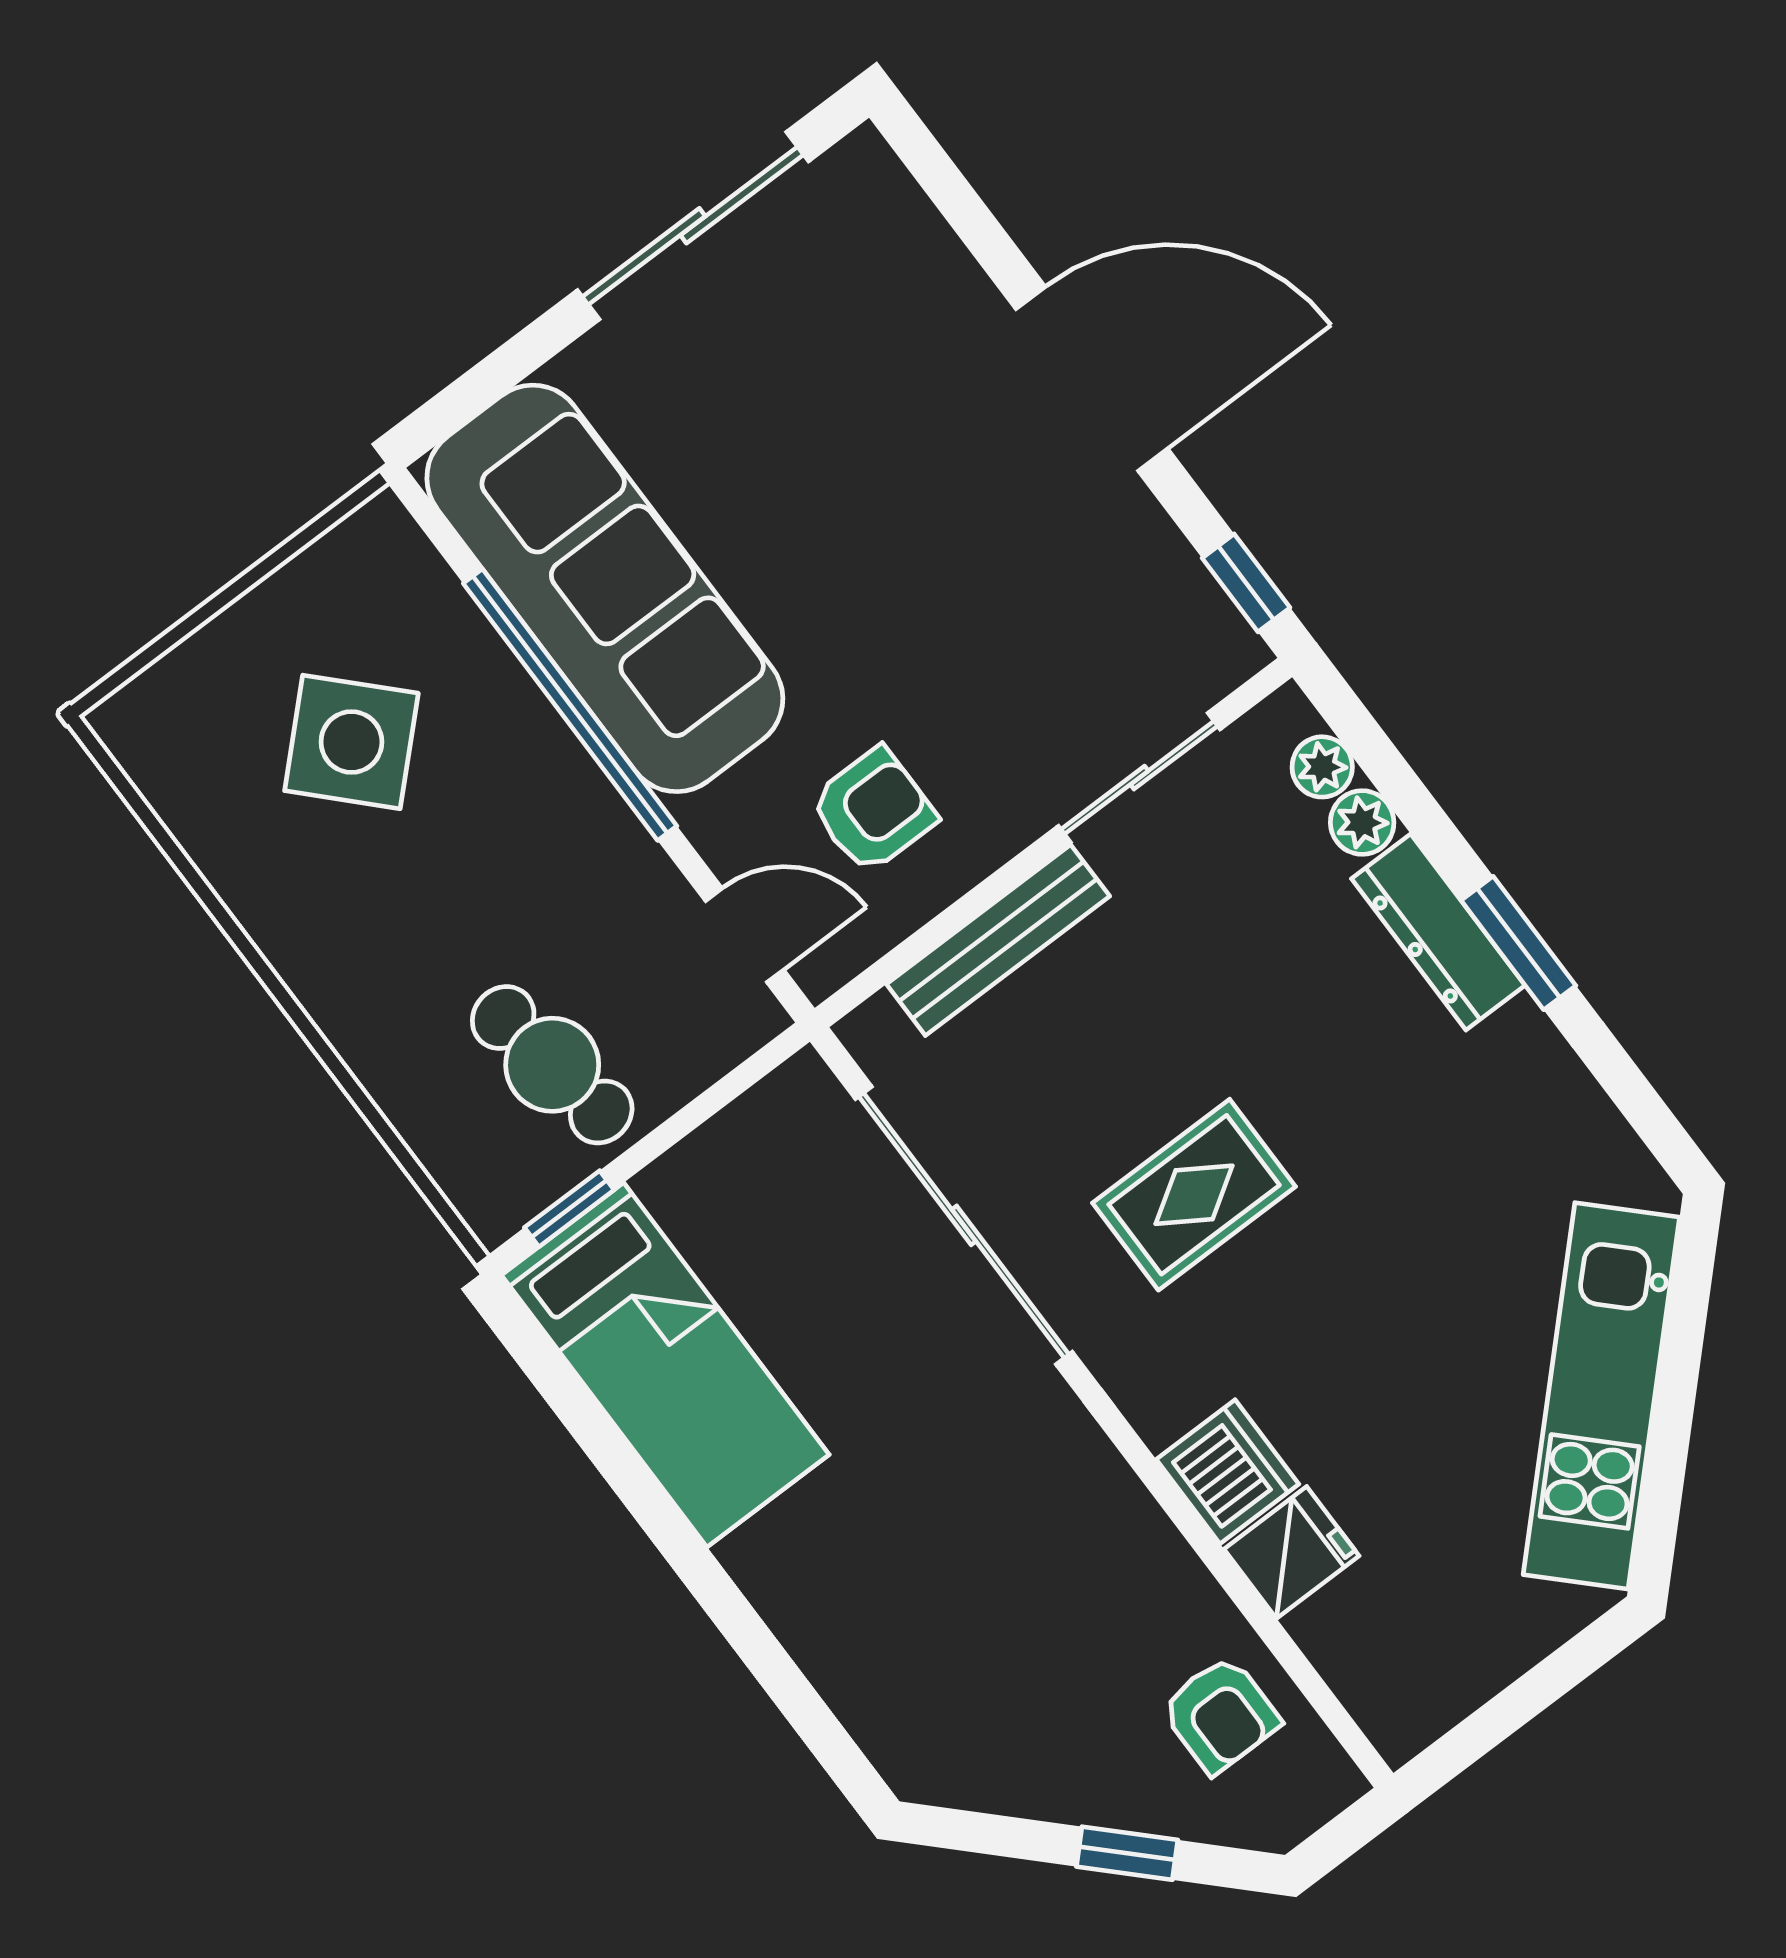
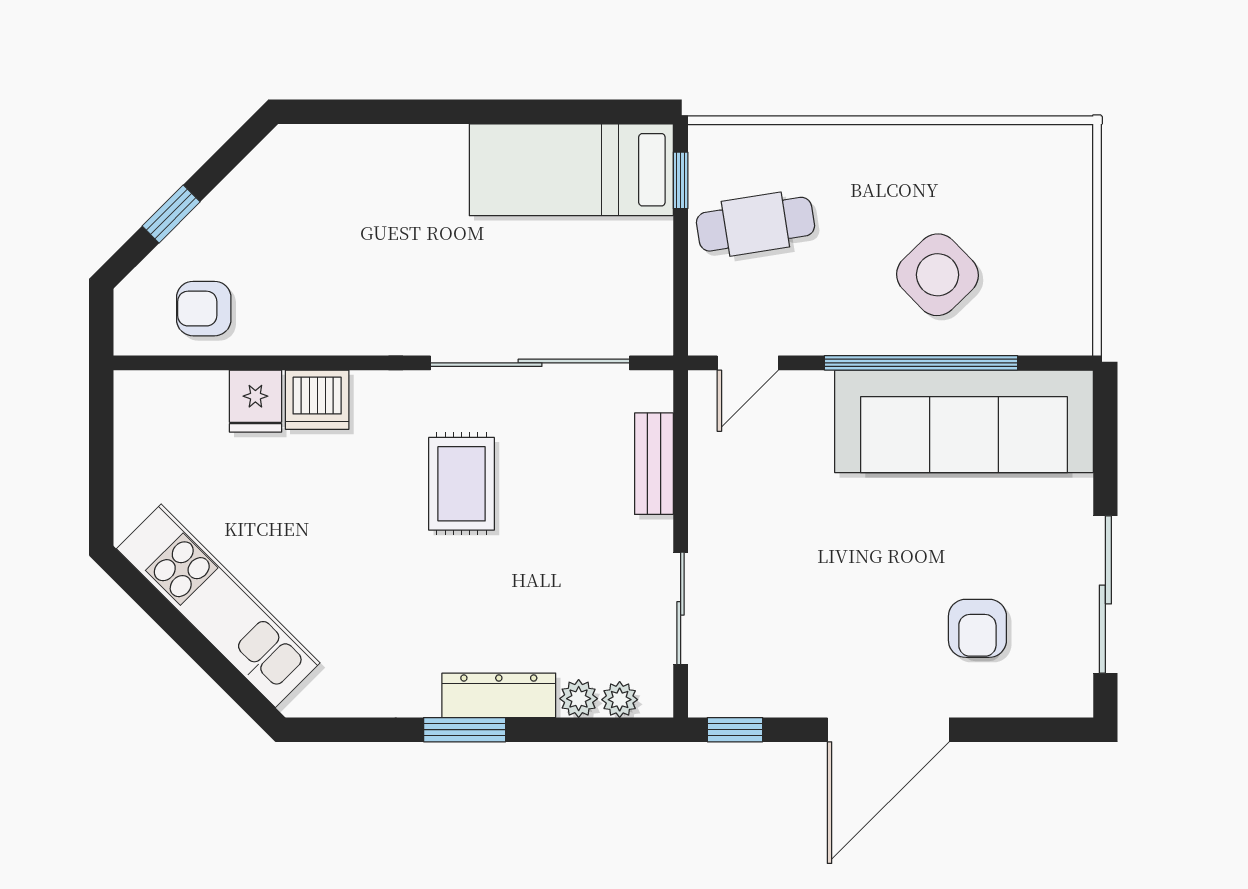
side table: (351, 742) -> (937, 275), moved
armchair: (873, 810) -> (977, 628), moved
bench: (998, 940) -> (654, 464), width x0.73

